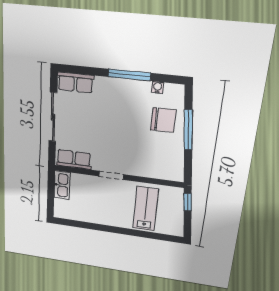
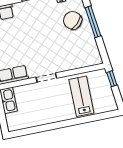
chair: (163, 120) -> (73, 20), turned -134

